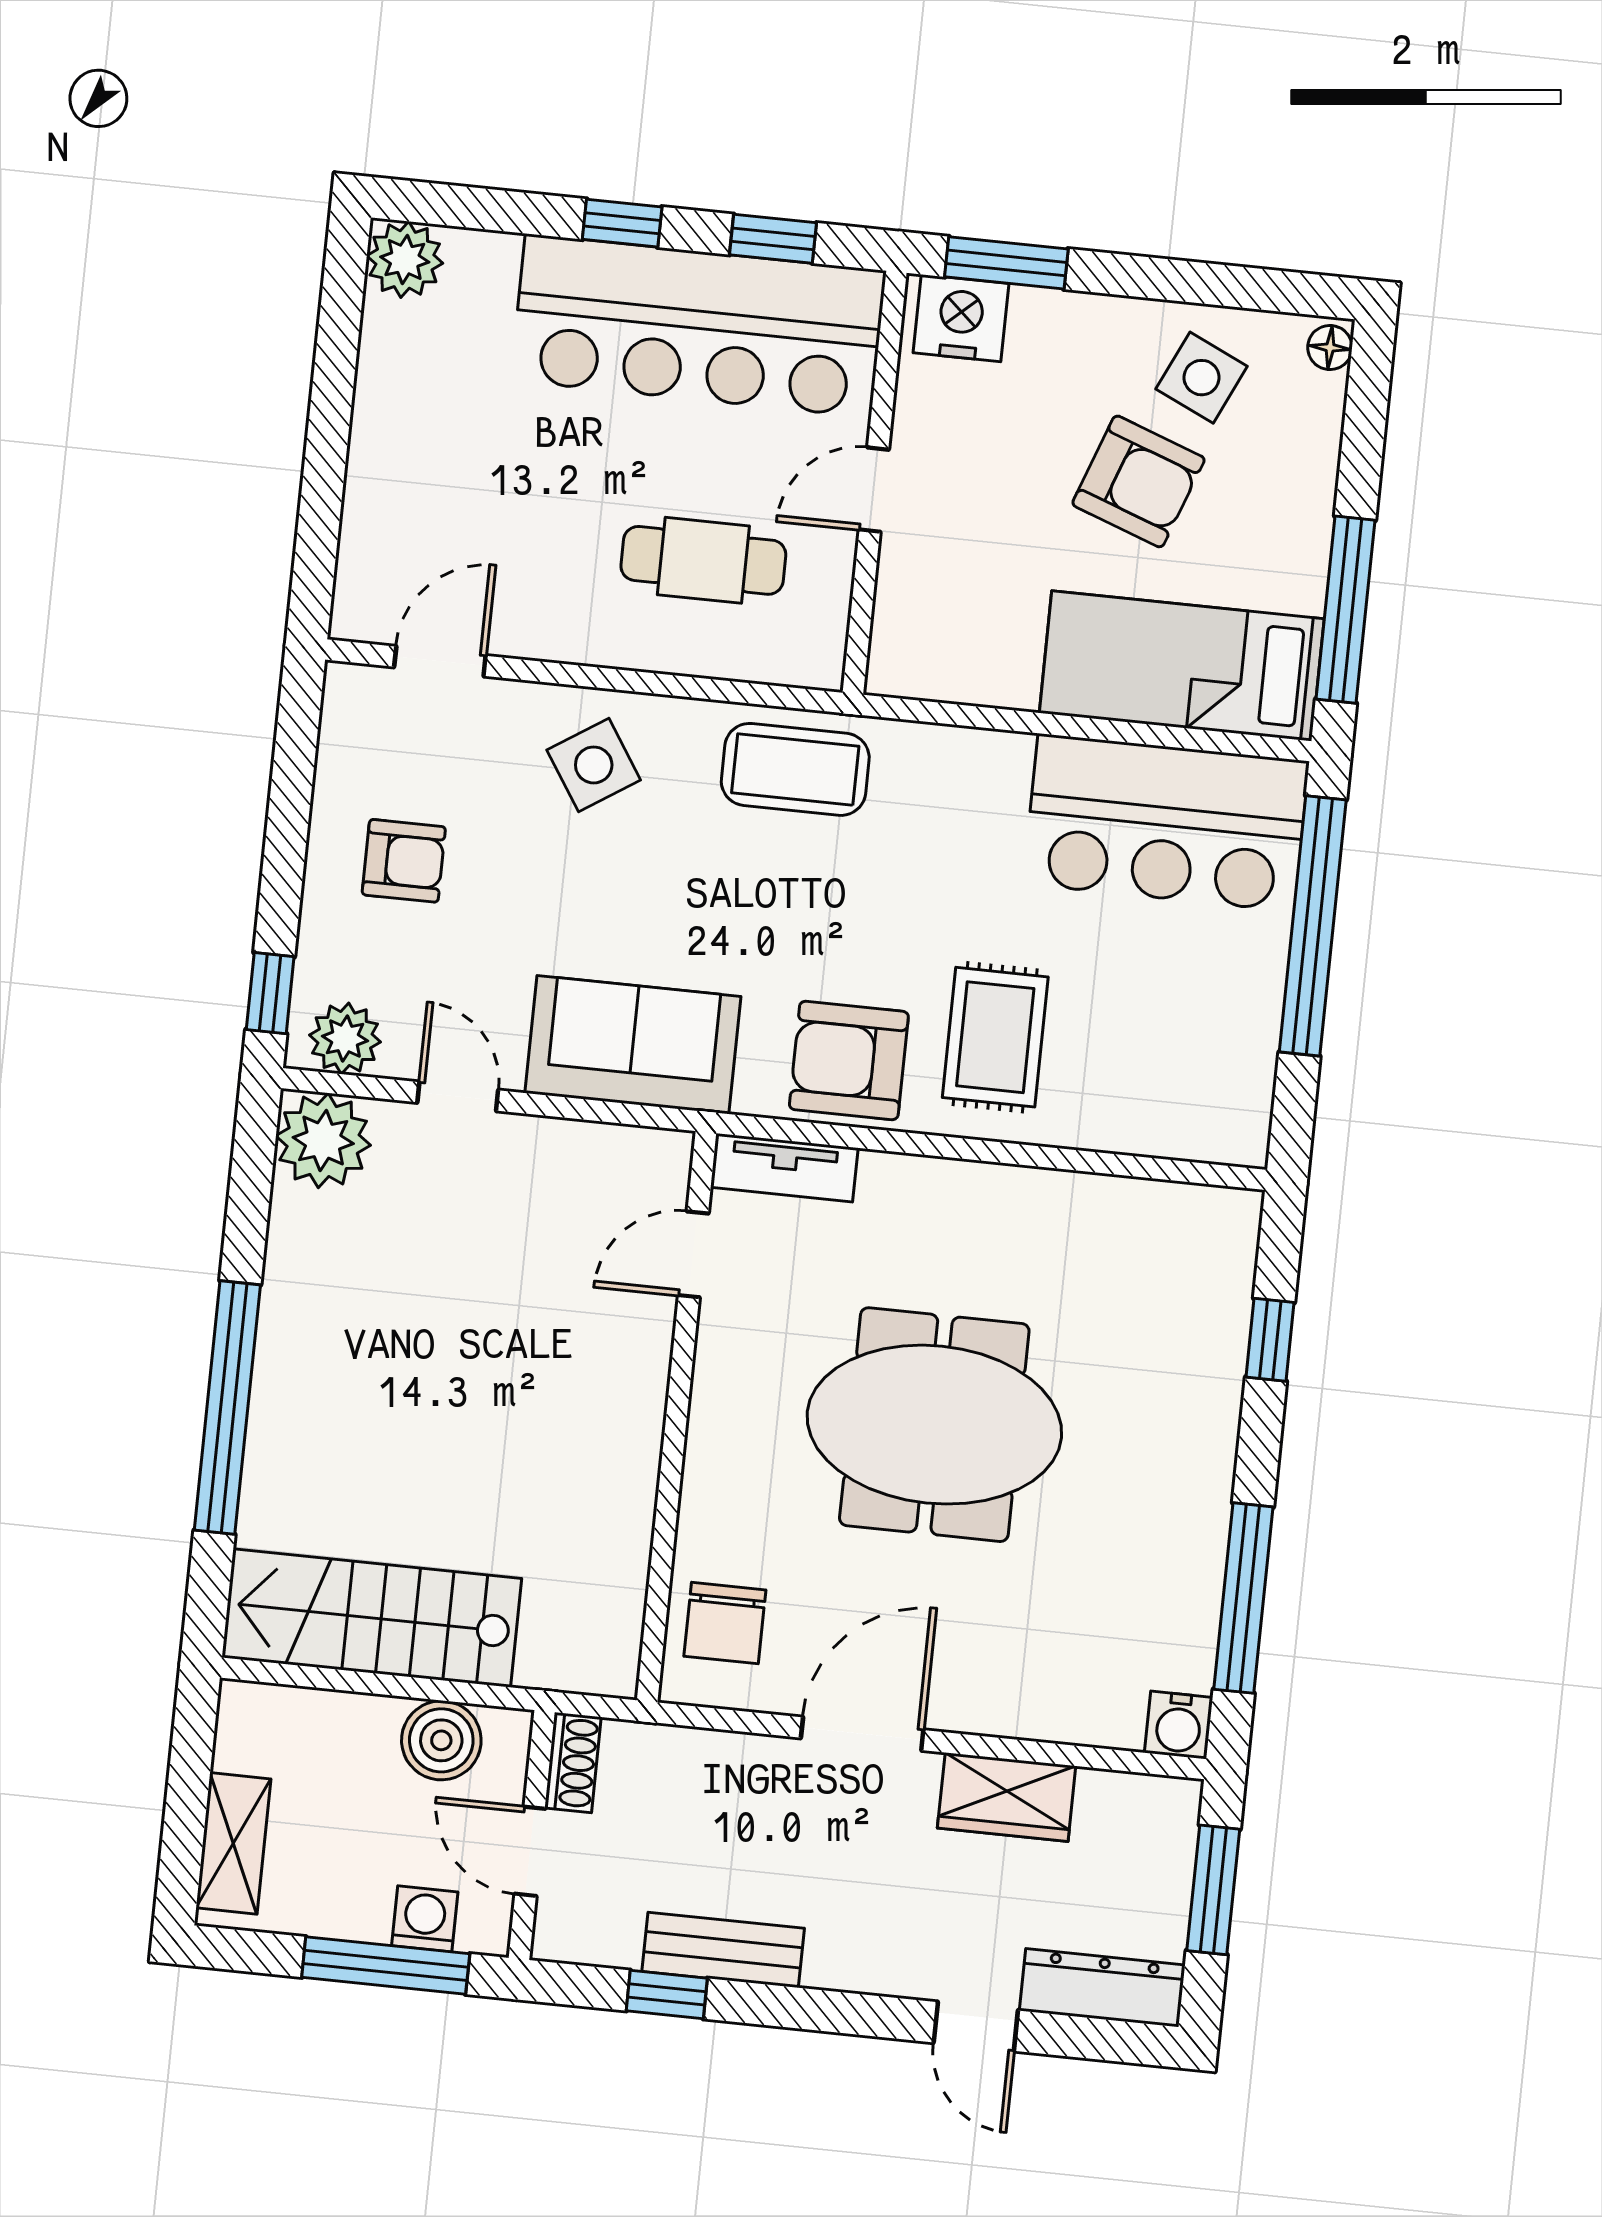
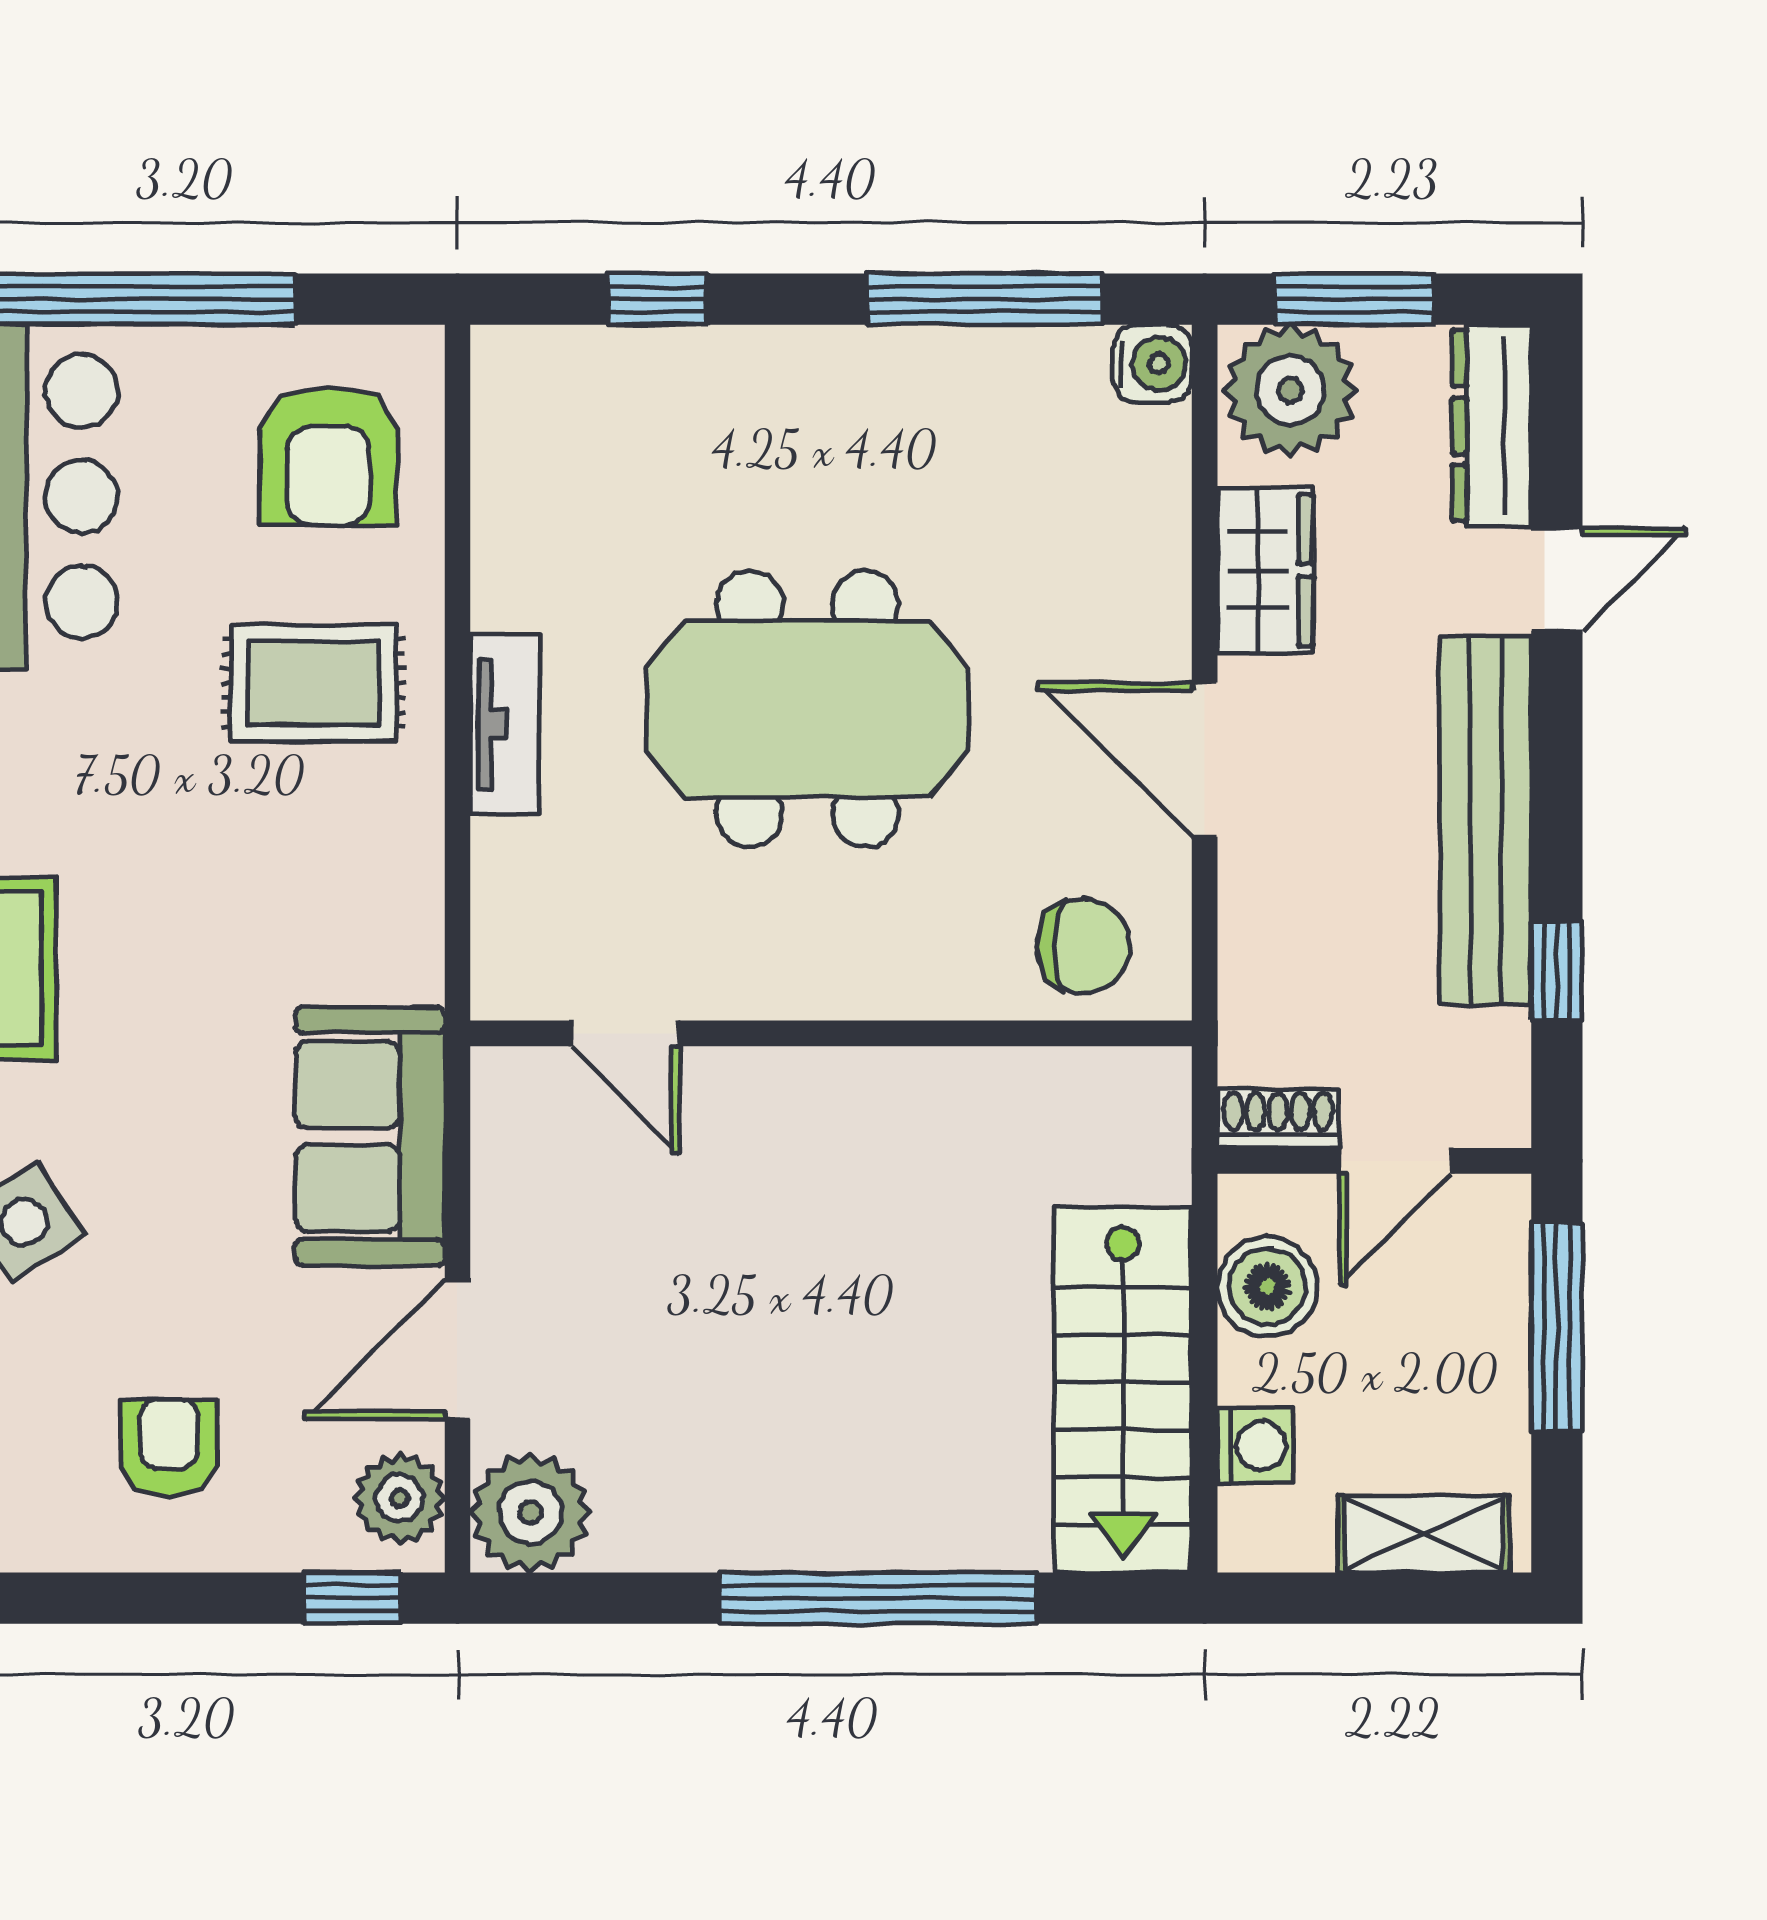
armchair: (849, 1060) -> (328, 456), moved
door: (458, 1096) -> (457, 1349), width x1.38
tv unit: (784, 1168) -> (505, 724), moved
meeting table: (934, 1425) -> (807, 709), turned 90
plant: (1146, 1831) -> (1290, 390), added
washing machine: (425, 1919) -> (1255, 1446), moved, turned 180
bench: (723, 1950) -> (1486, 820), width x1.86, depth x1.21

